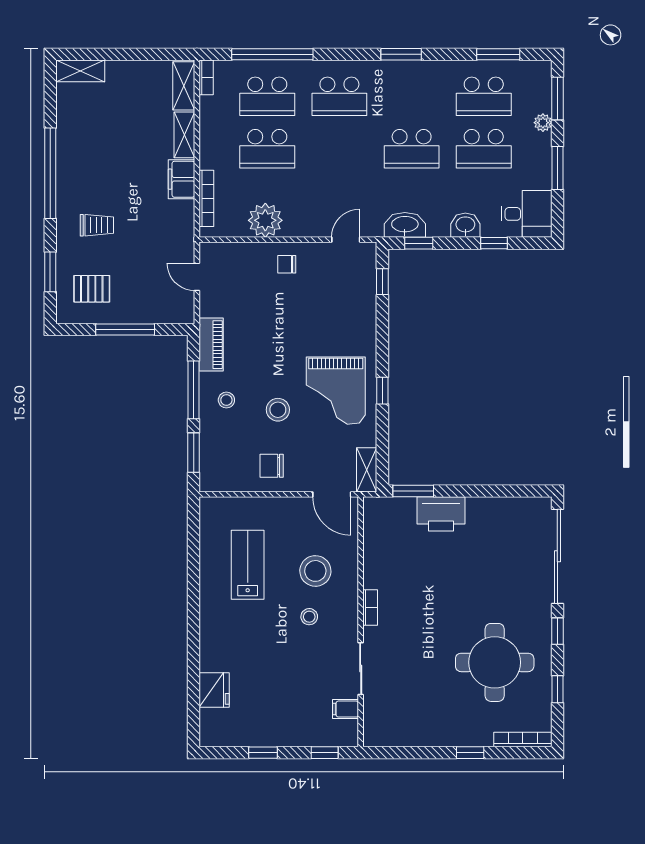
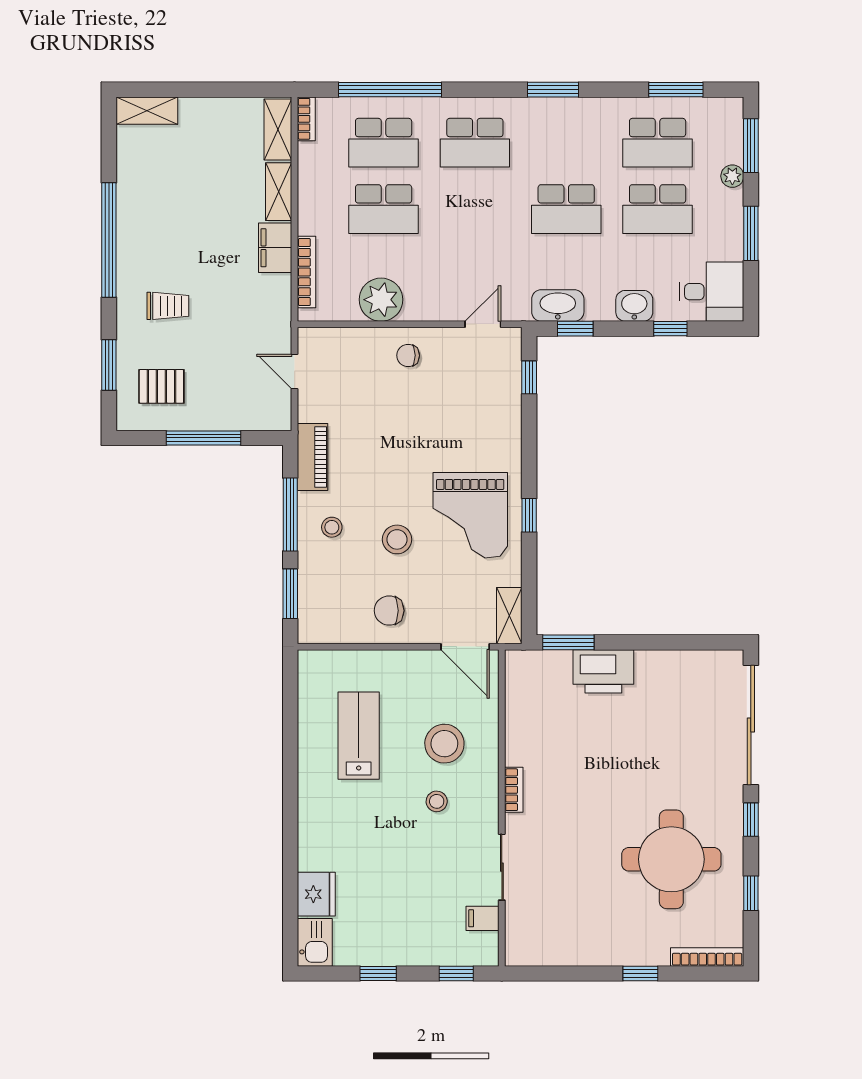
kitchen sink: (213, 728) -> (315, 942), added

